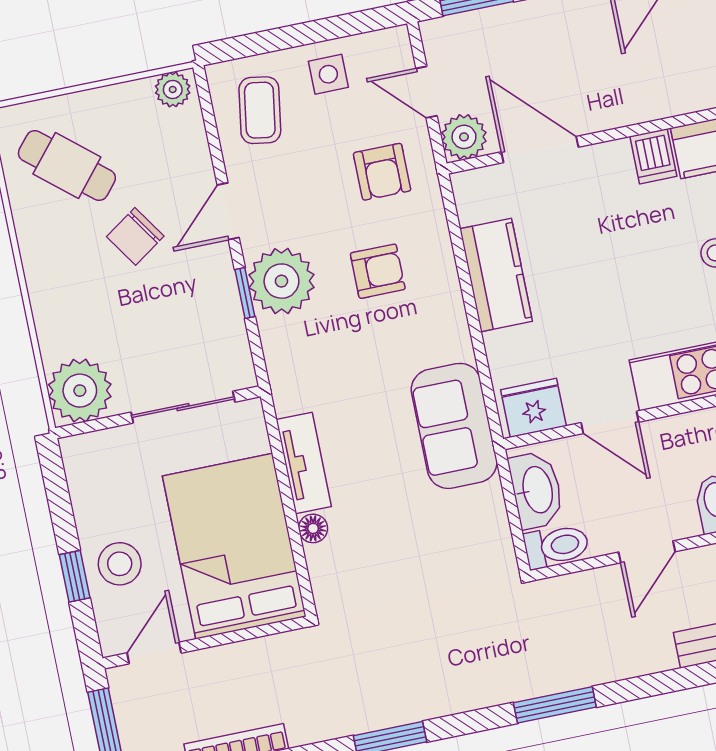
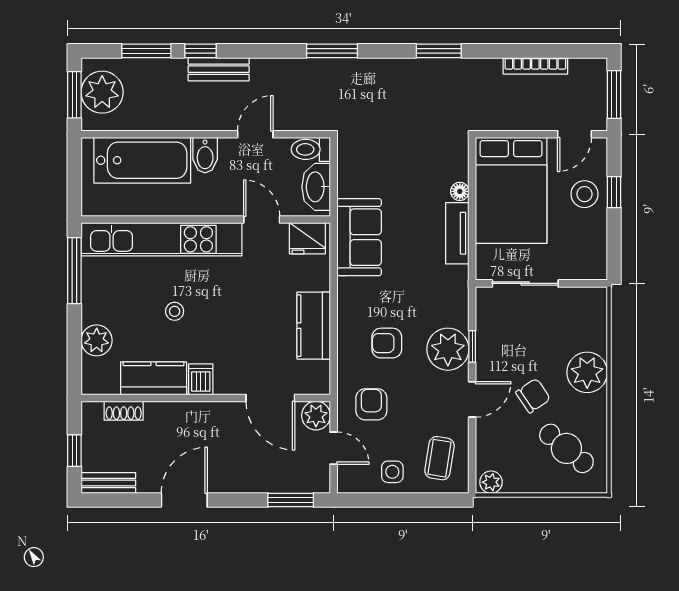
plant: (80, 391) -> (587, 372), moved

